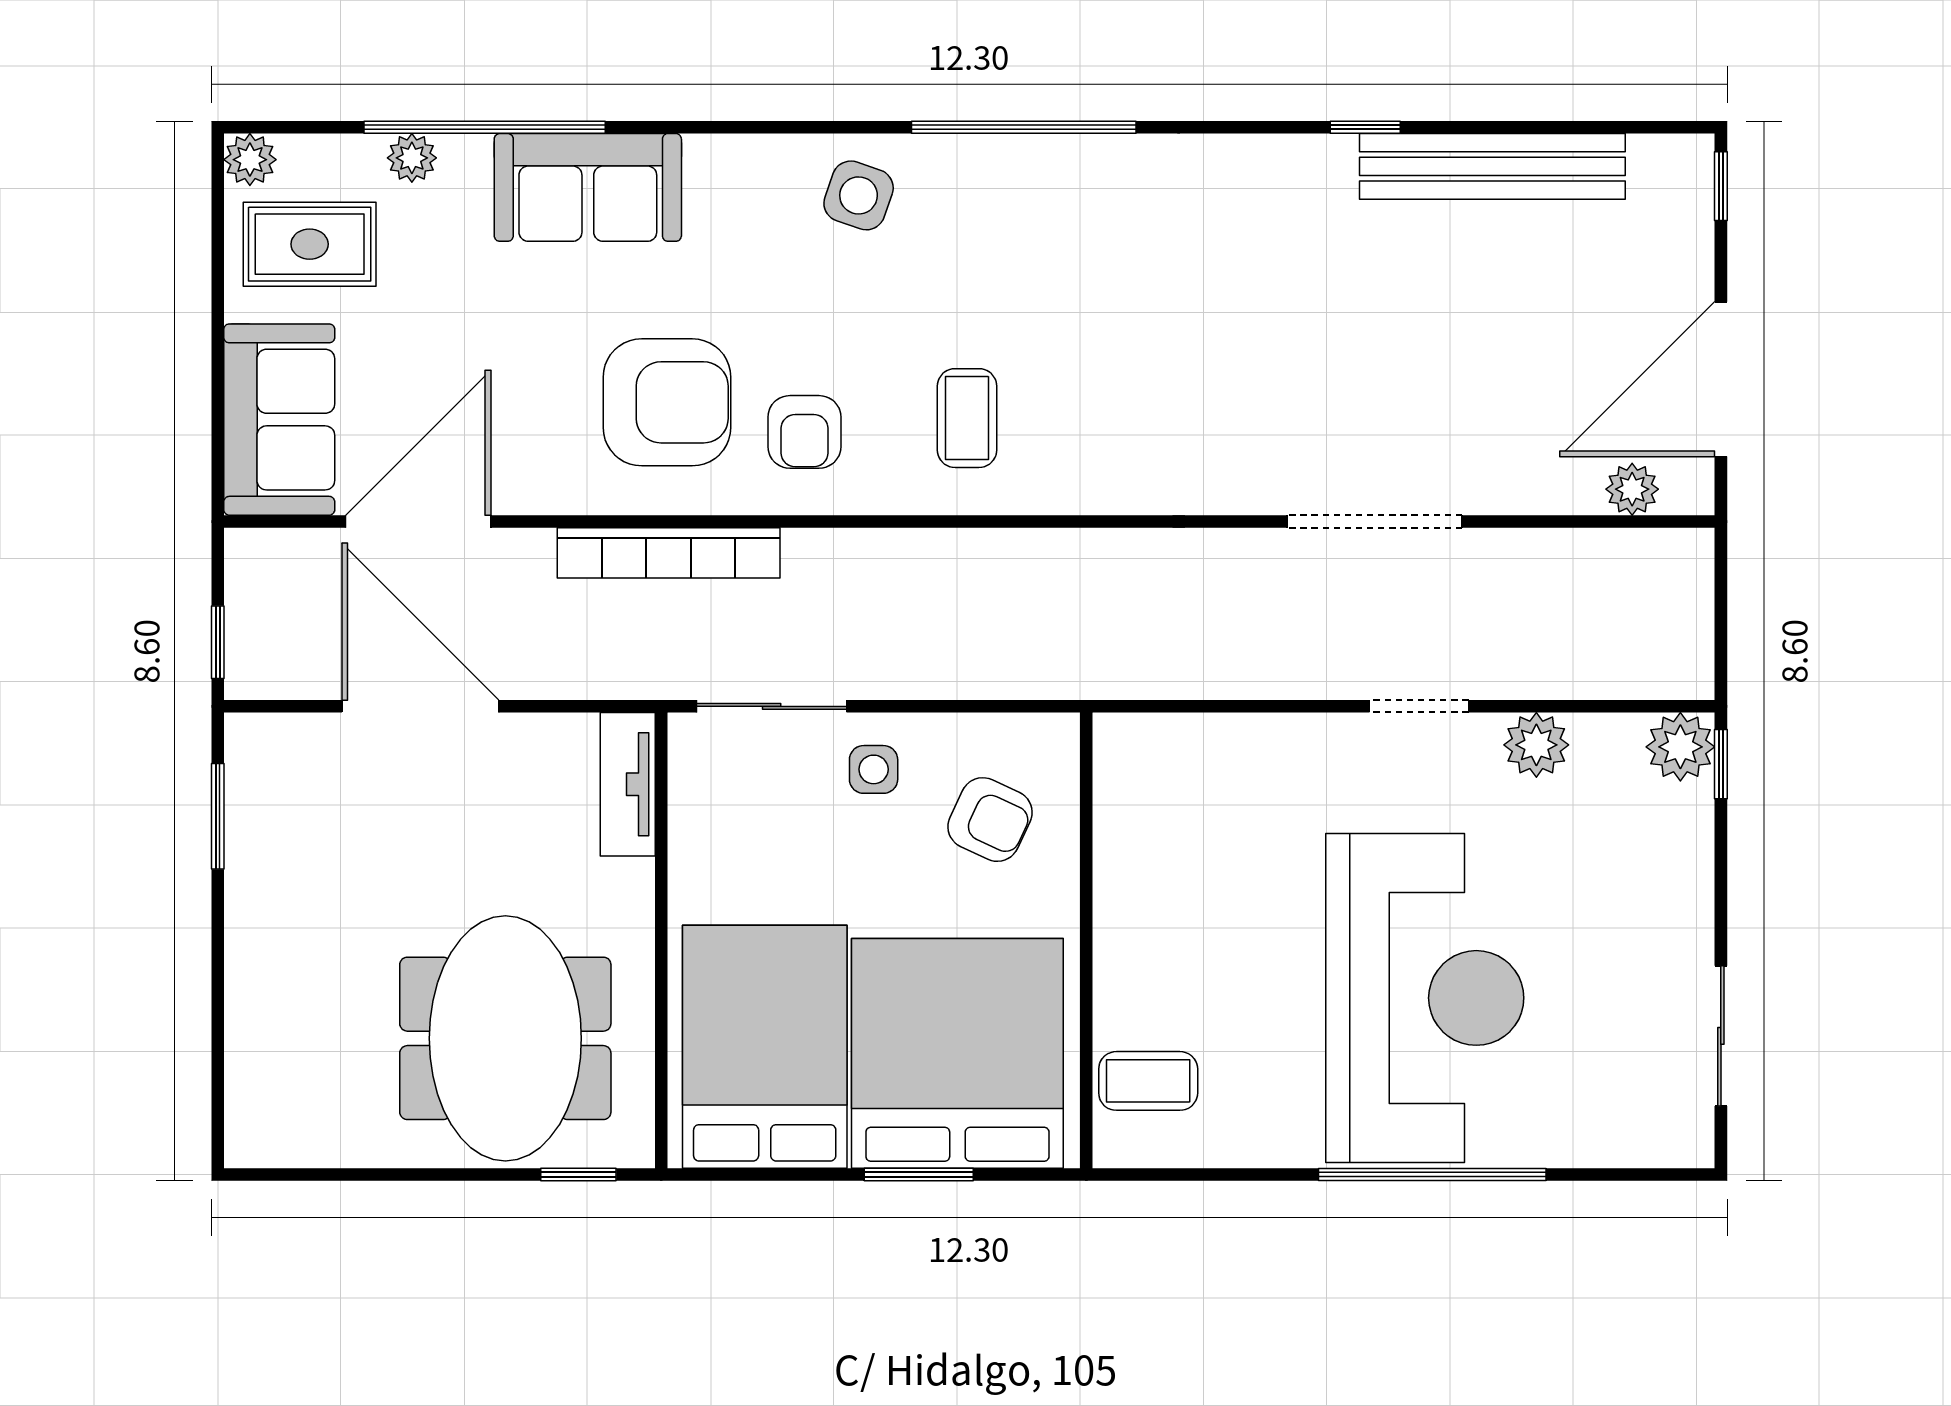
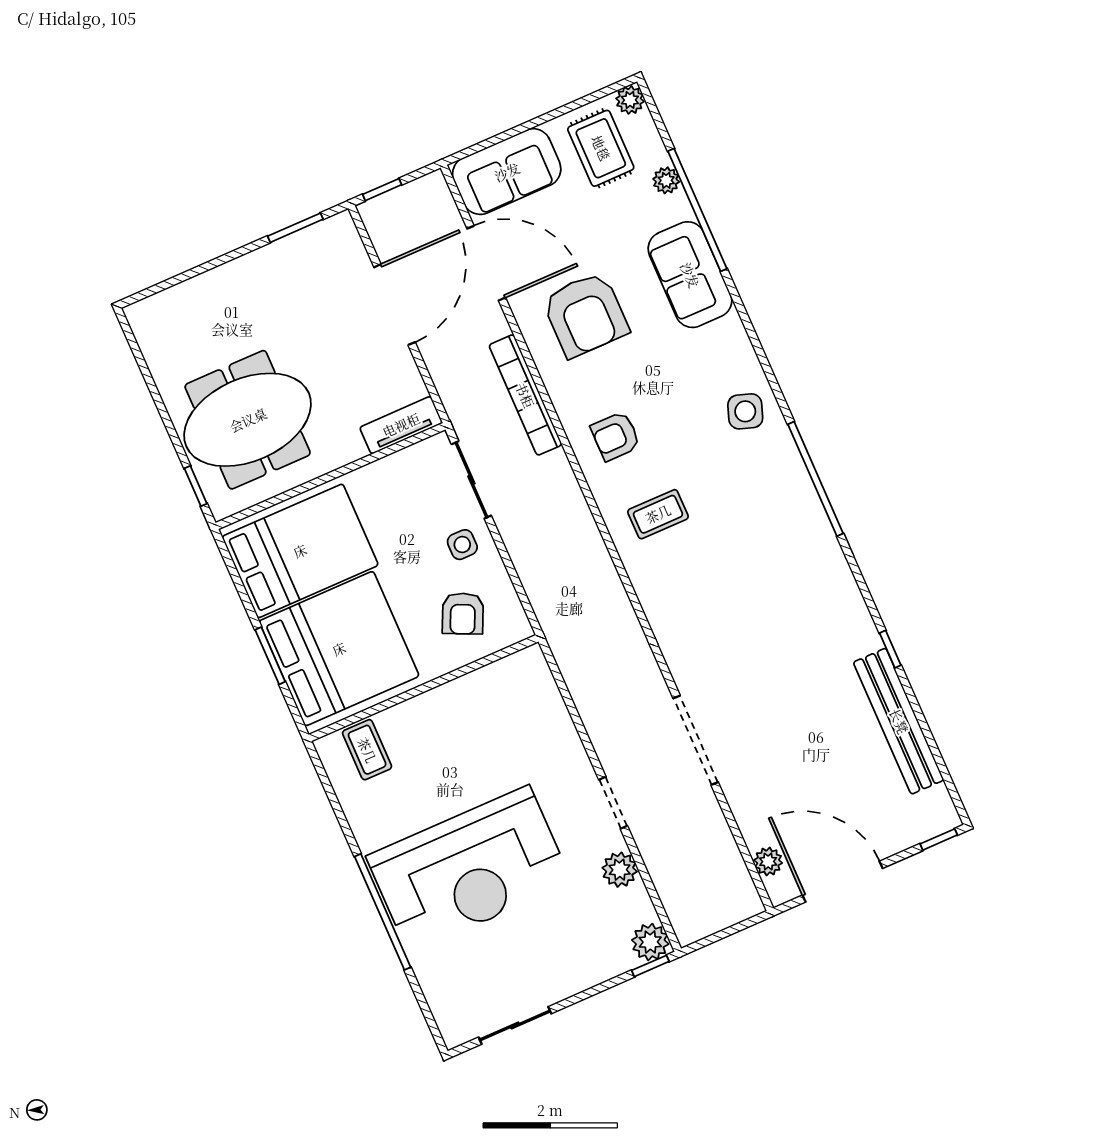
armchair: (667, 402) -> (585, 315), moved

